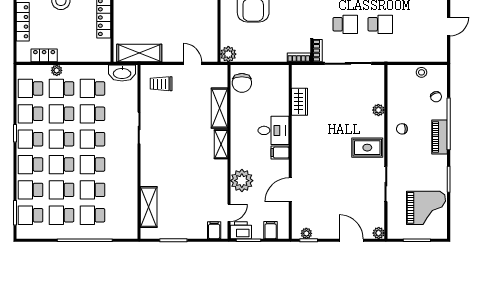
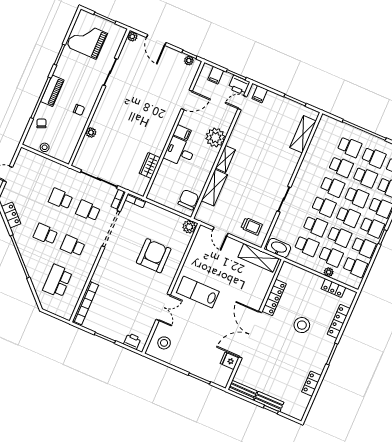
rug: (367, 148) -> (112, 107), removed
plant: (242, 181) -> (215, 137), moved

